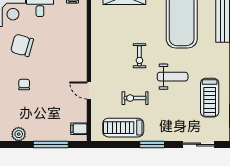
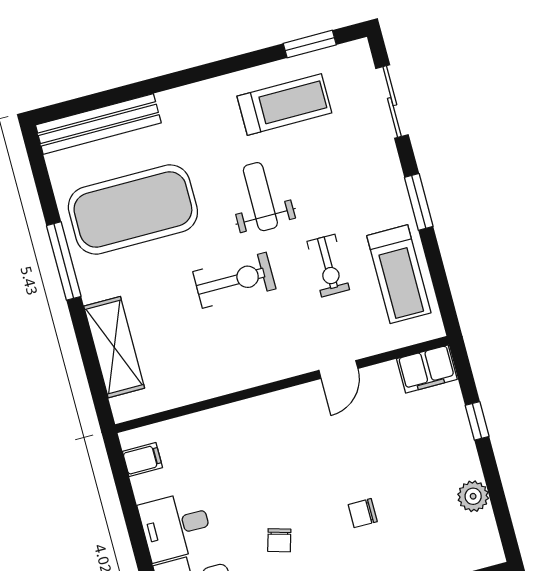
chair: (22, 45) -> (279, 540), width x0.54, depth x0.54
exercise bike: (139, 56) -> (234, 280), width x1.38, depth x1.39
filing cabinet: (79, 129) -> (427, 369), width x2.00
window: (51, 144) -> (477, 421), width x0.46

